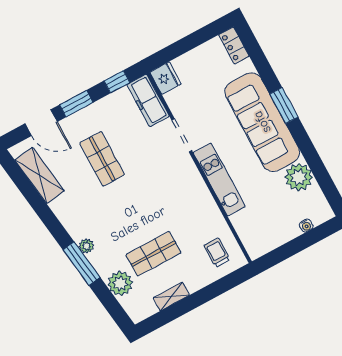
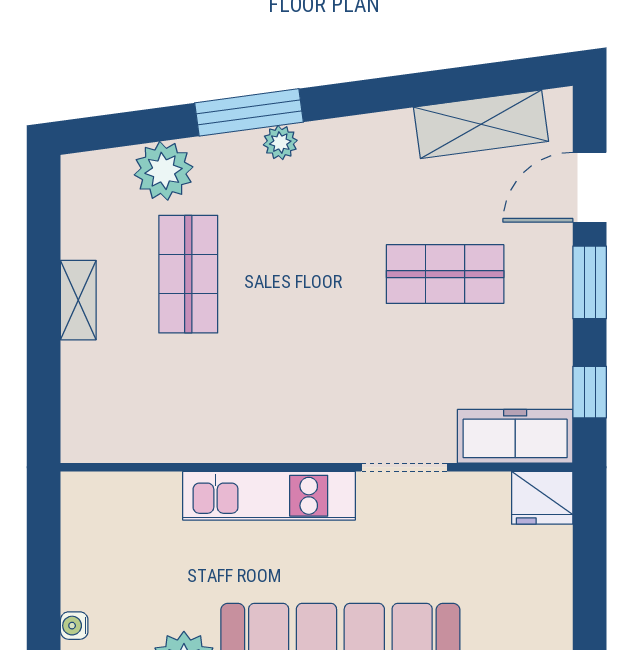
trolley: (217, 253) -> (119, 408), removed
shelving: (171, 297) -> (78, 300), moved

